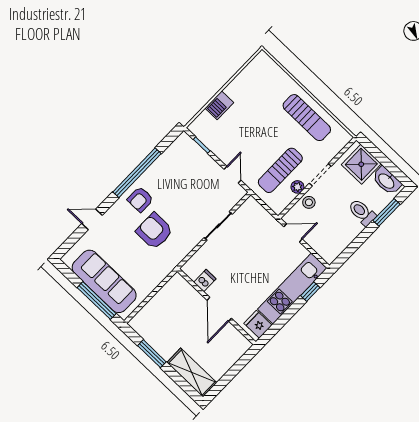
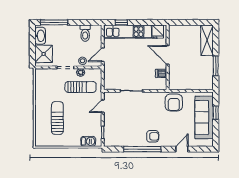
barbecue: (219, 105) -> (88, 141), moved
sun lounger: (307, 118) -> (57, 118), moved
toilet: (362, 212) -> (85, 33), moved
window: (386, 212) -> (54, 22), width x1.44
door: (92, 219) -> (182, 149), swing flipped
armchair: (154, 231) -> (174, 102), moved
door: (293, 233) -> (103, 55), hinge flipped
window: (97, 301) -> (216, 113), width x0.46
door: (219, 309) -> (168, 55), swing flipped

